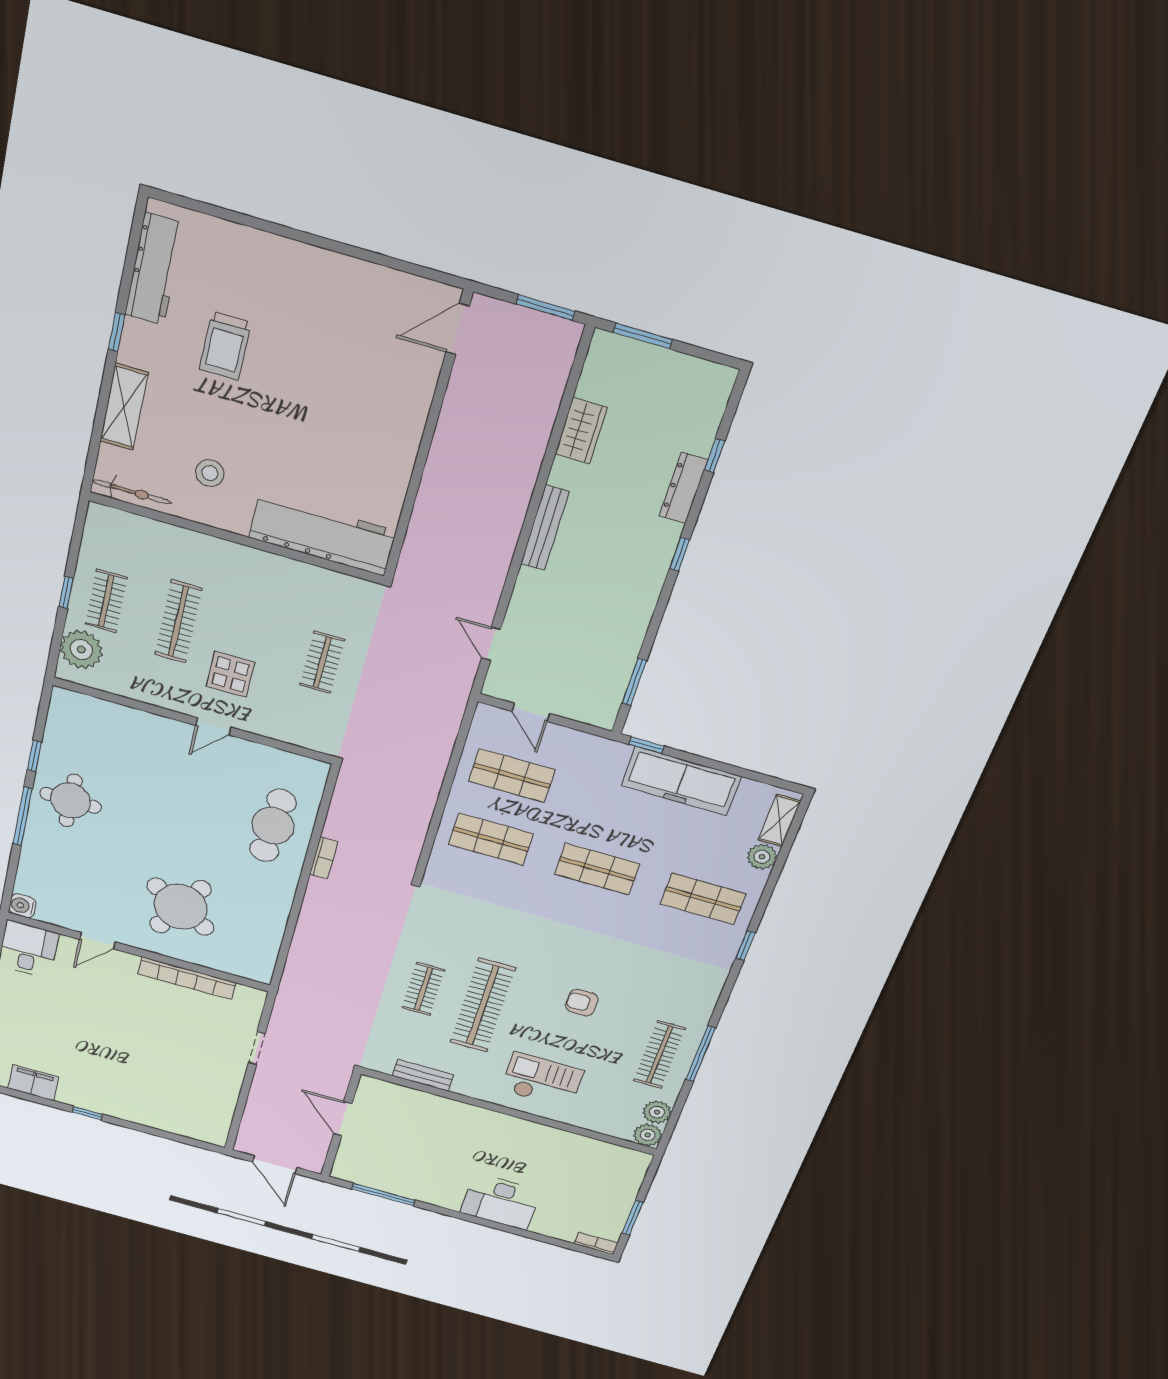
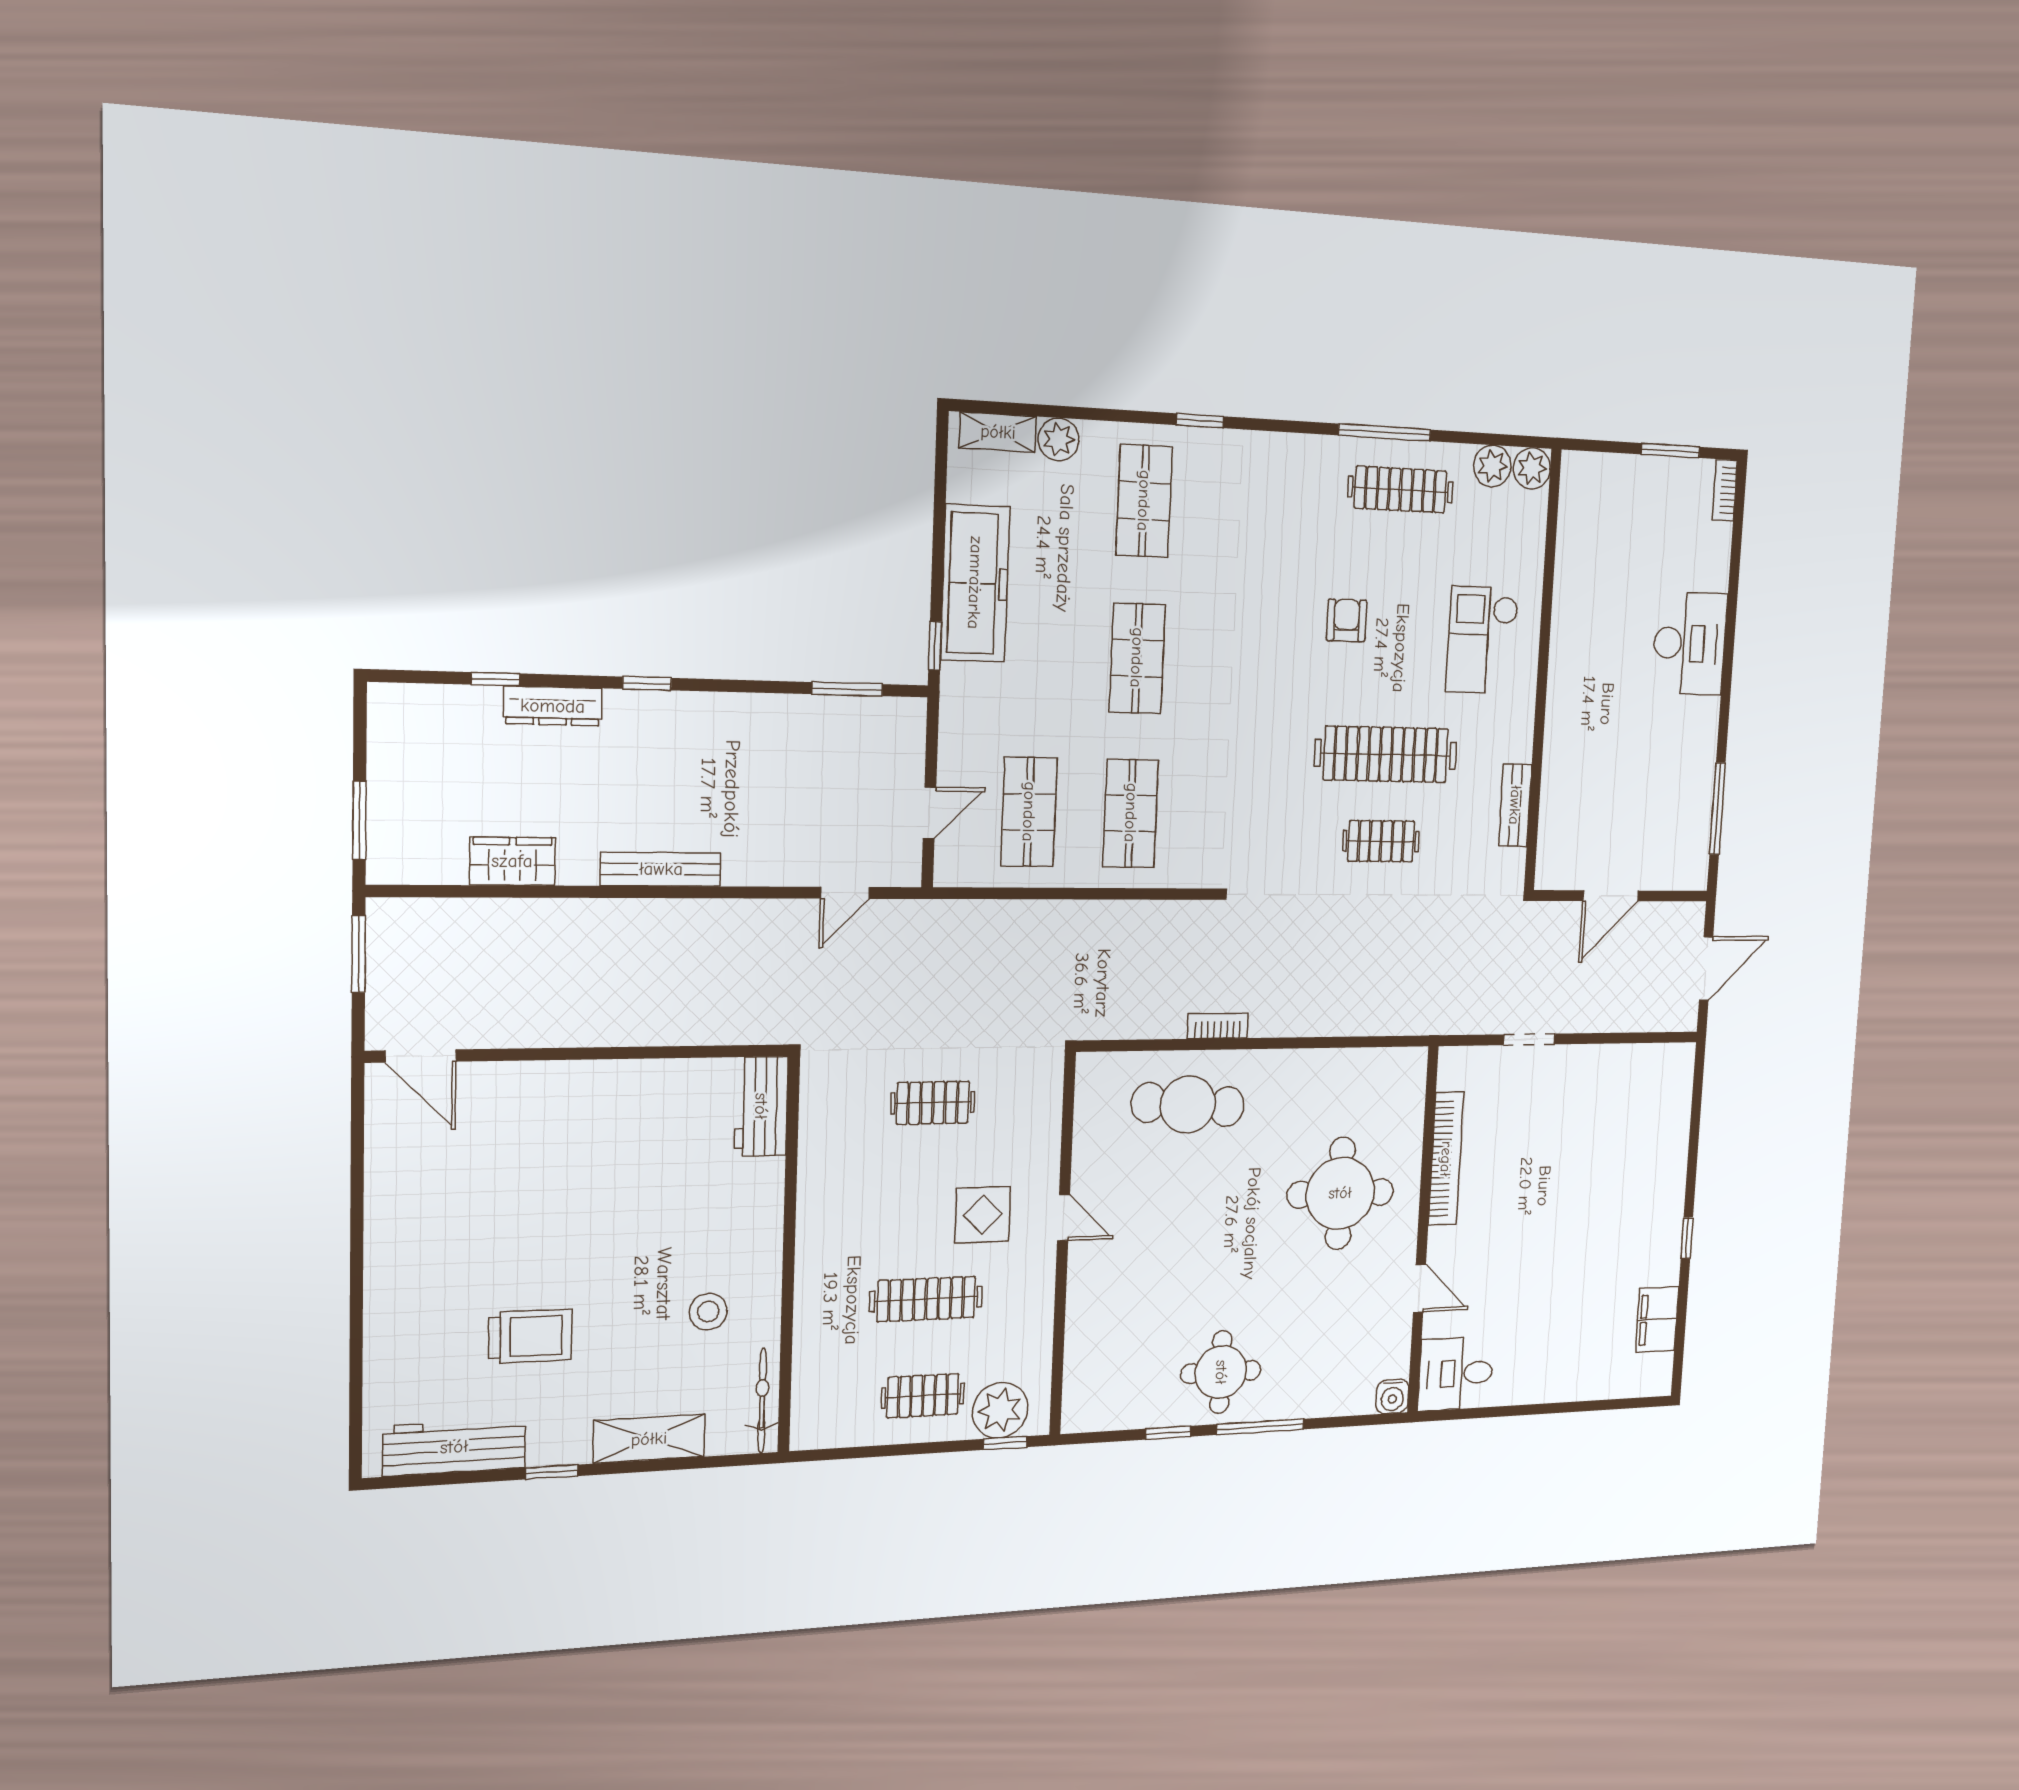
workbench: (322, 534) -> (761, 1106), width x0.53, depth x0.76
window: (66, 592) -> (1005, 1443), moved
round table: (181, 907) -> (1340, 1193), turned -30
armchair: (582, 1002) -> (1347, 620), turned 180

